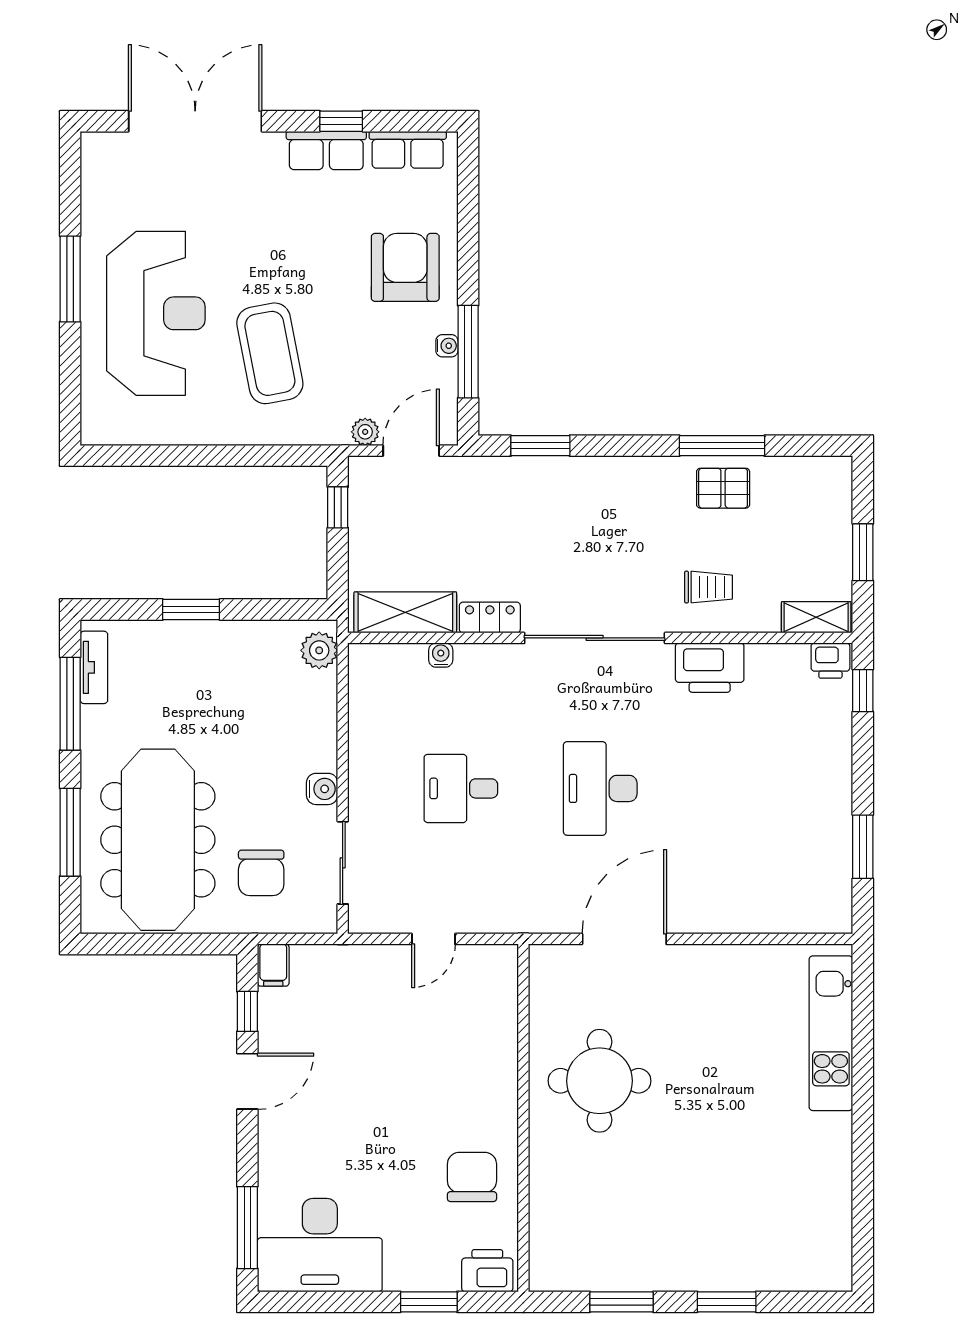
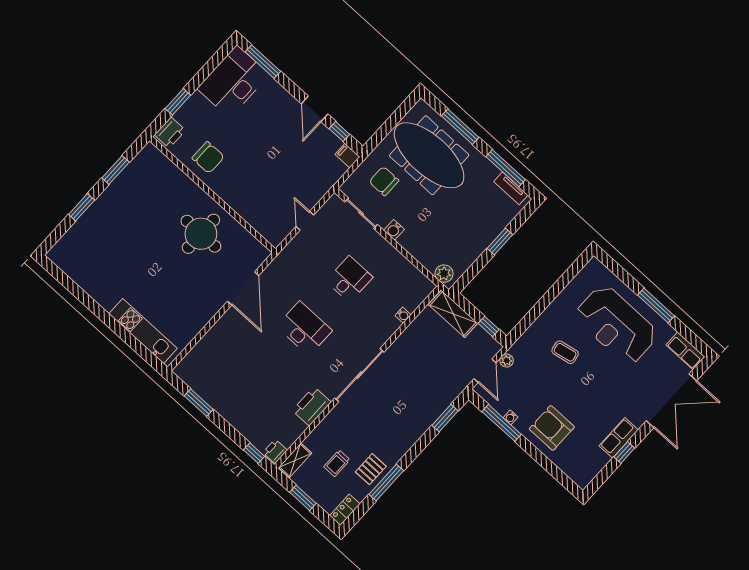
row of seats: (408, 150) -> (685, 351), moved, turned -90
armchair: (405, 267) -> (552, 428), turned 180
coffee table: (270, 353) -> (565, 352), width x0.54, depth x0.58
trolley: (708, 587) -> (337, 463), moved
shelving: (405, 612) -> (453, 314), moved, turned 90
locker: (490, 618) -> (345, 510), moved, turned 180

